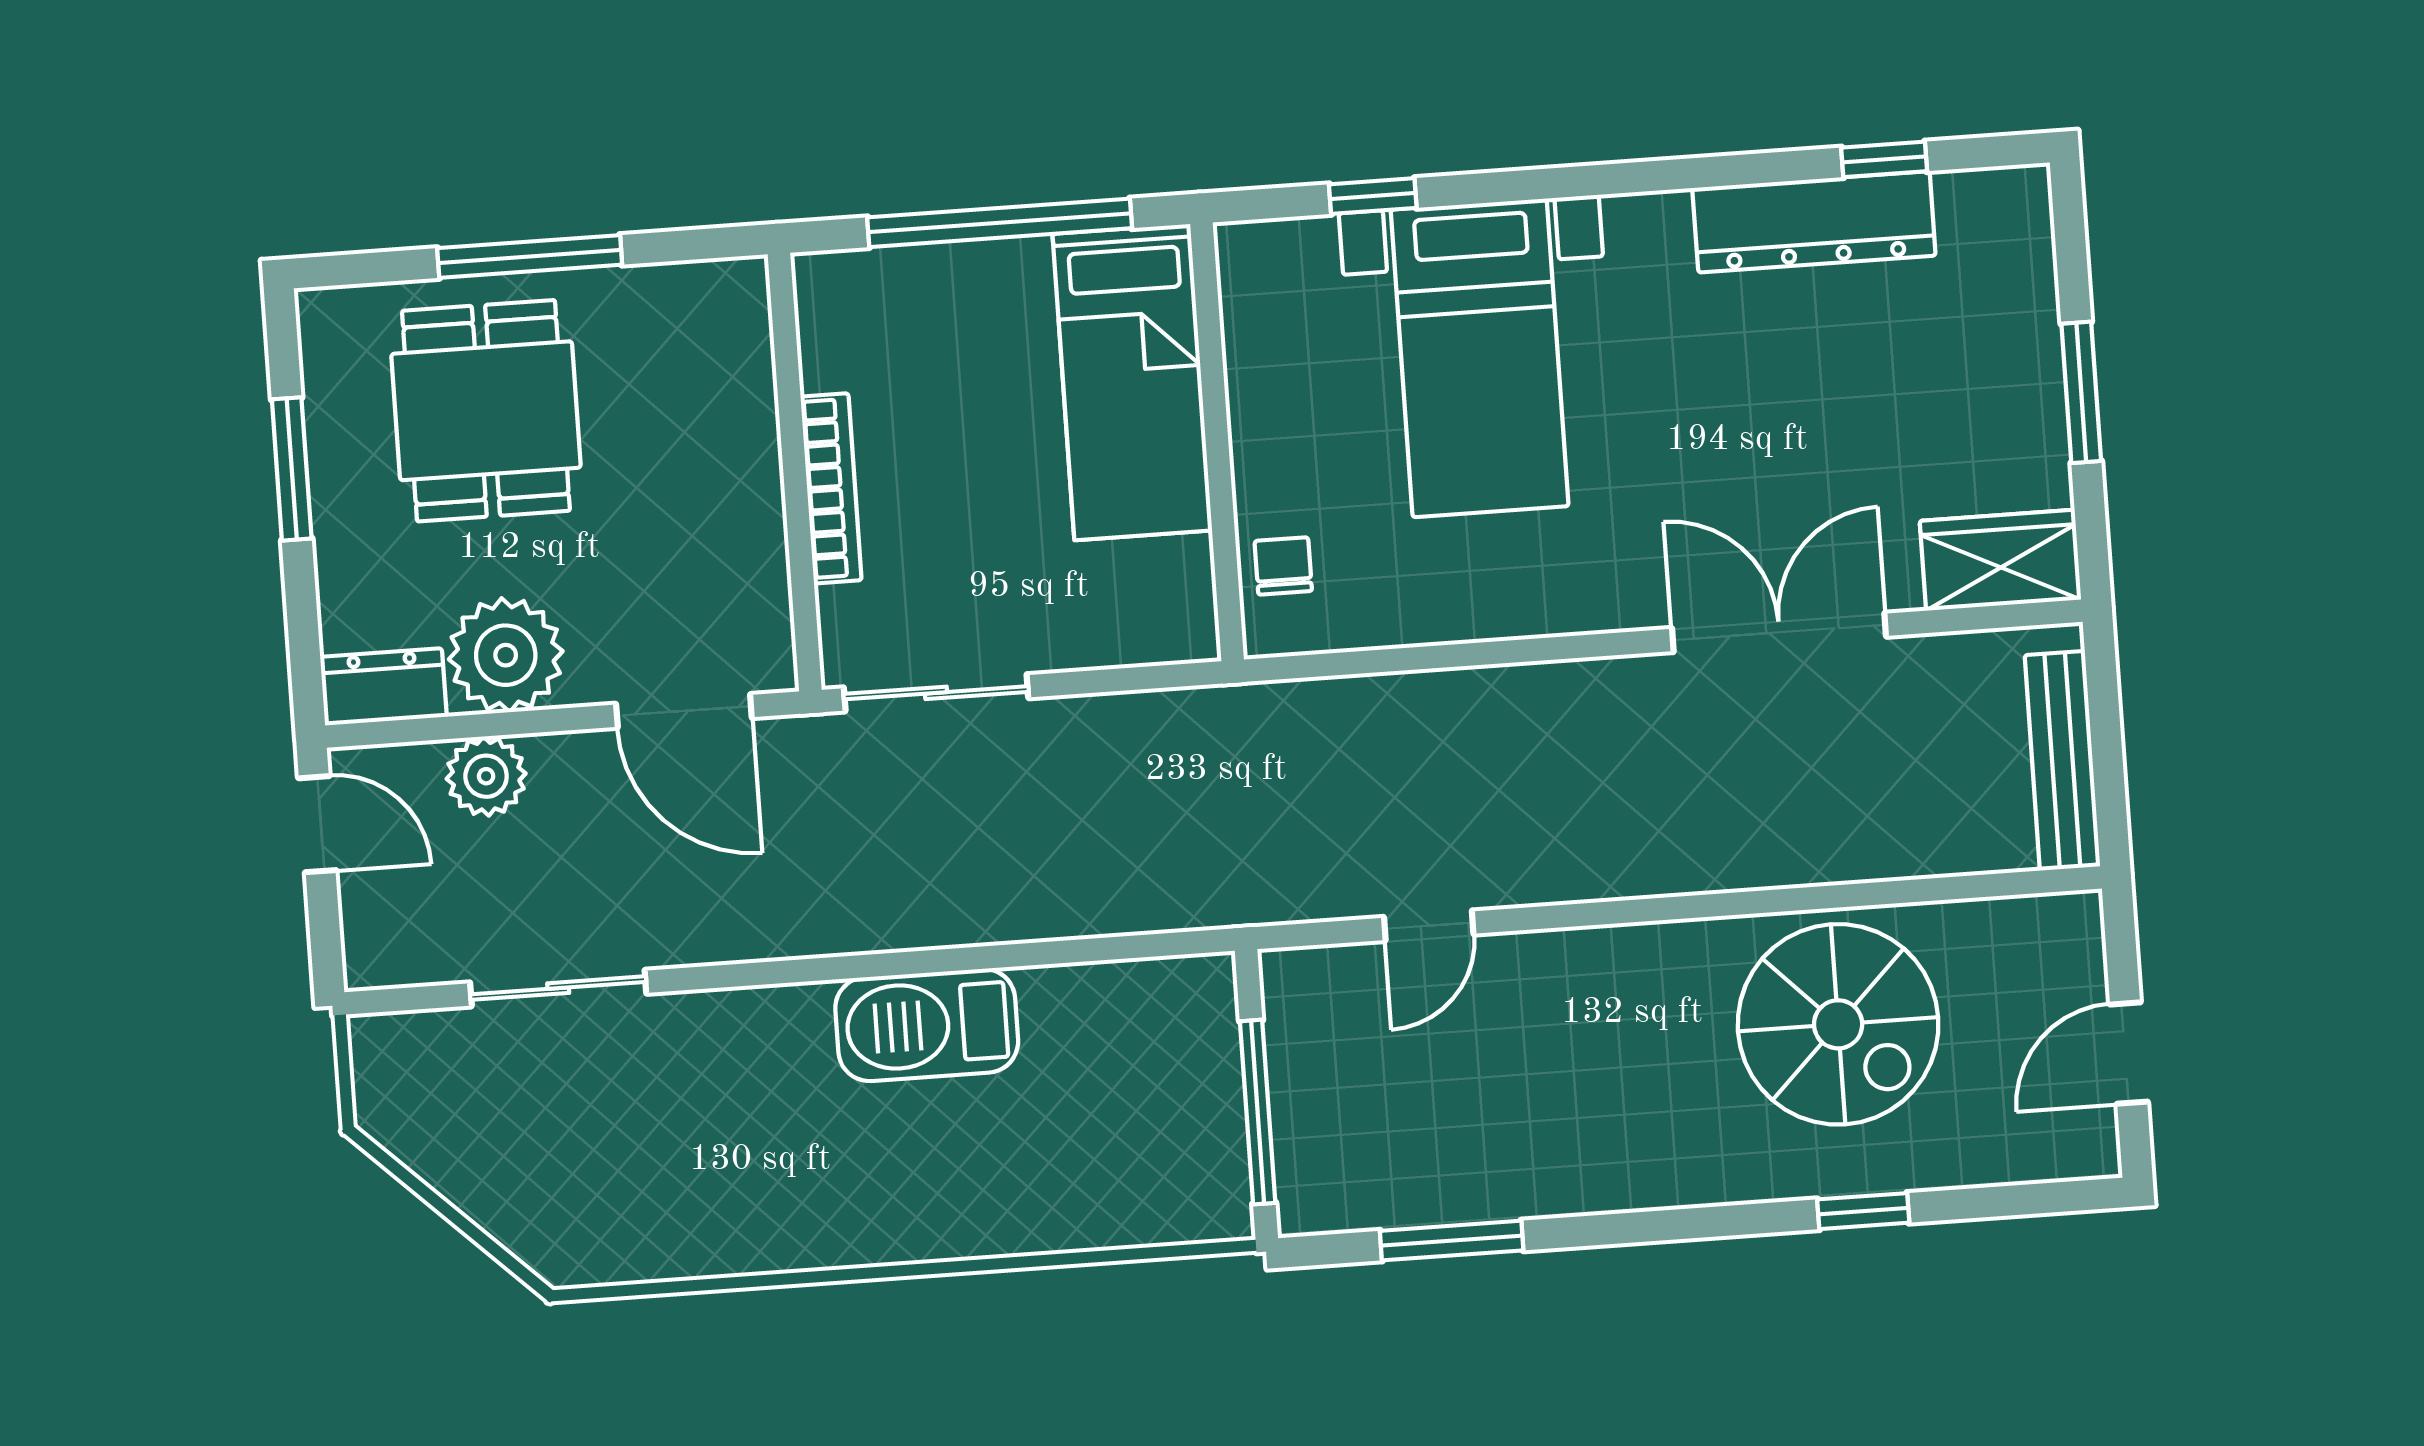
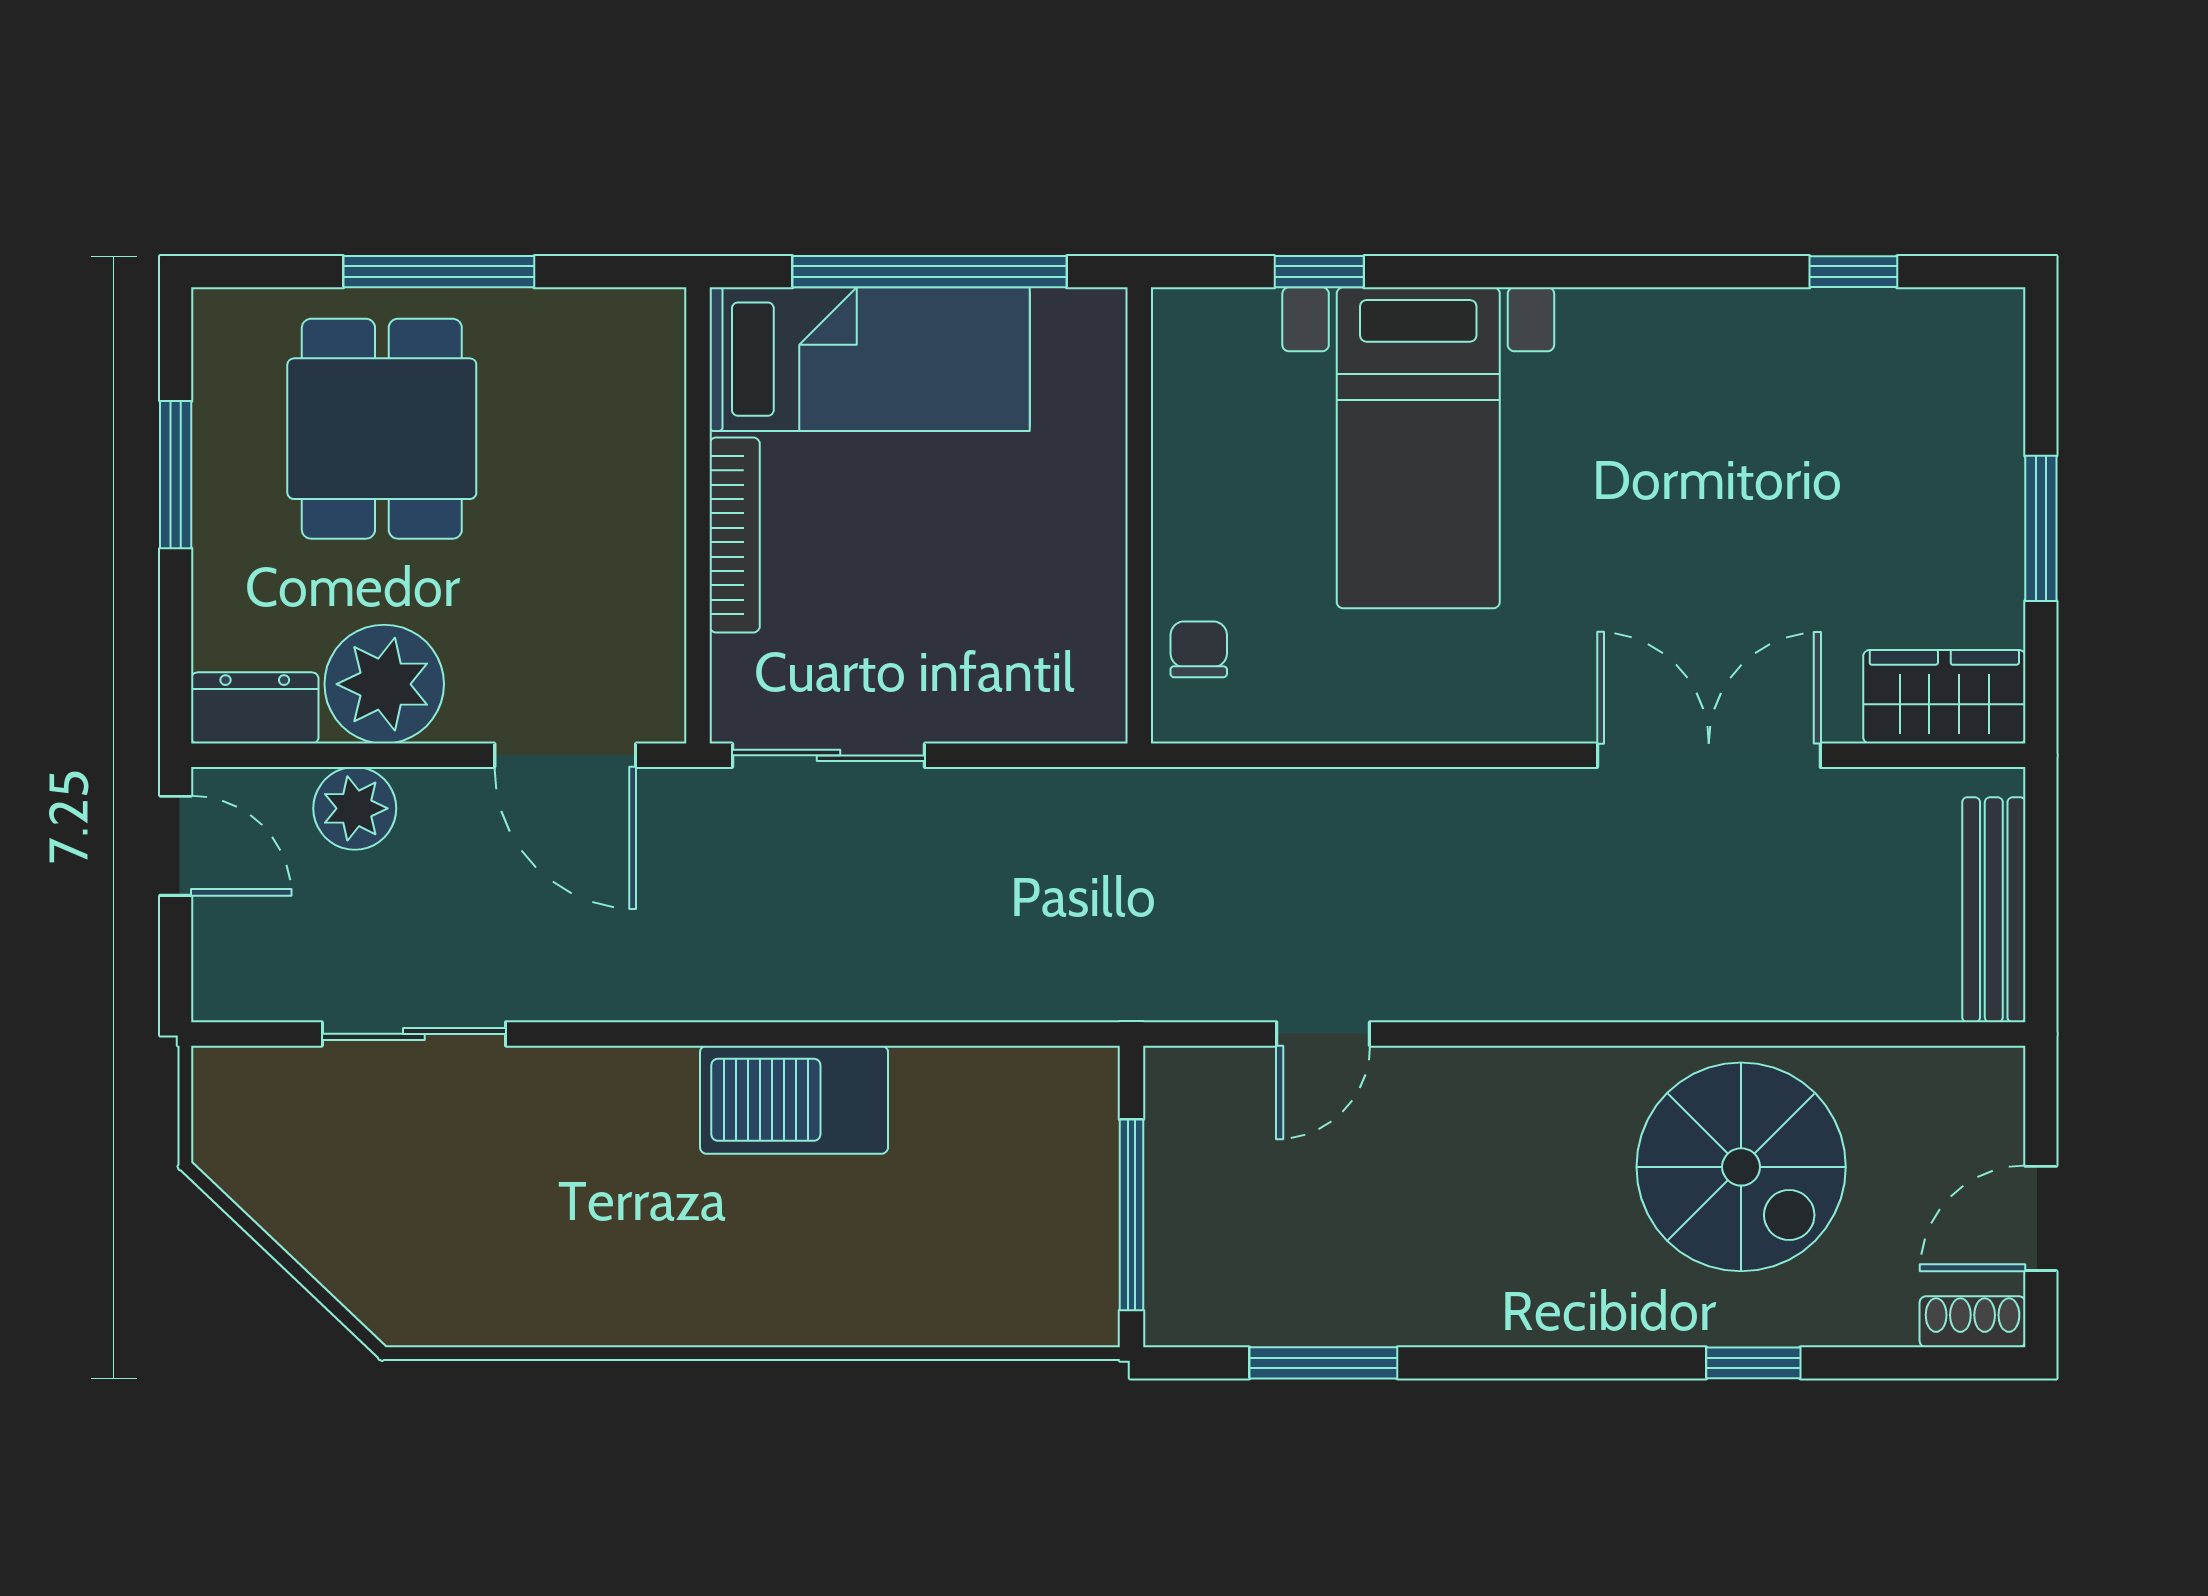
dresser: (1814, 222) -> (1776, 331), removed
bed: (1132, 382) -> (870, 359), moved, turned -90
shoe rack: (2070, 1157) -> (1973, 1322), added

